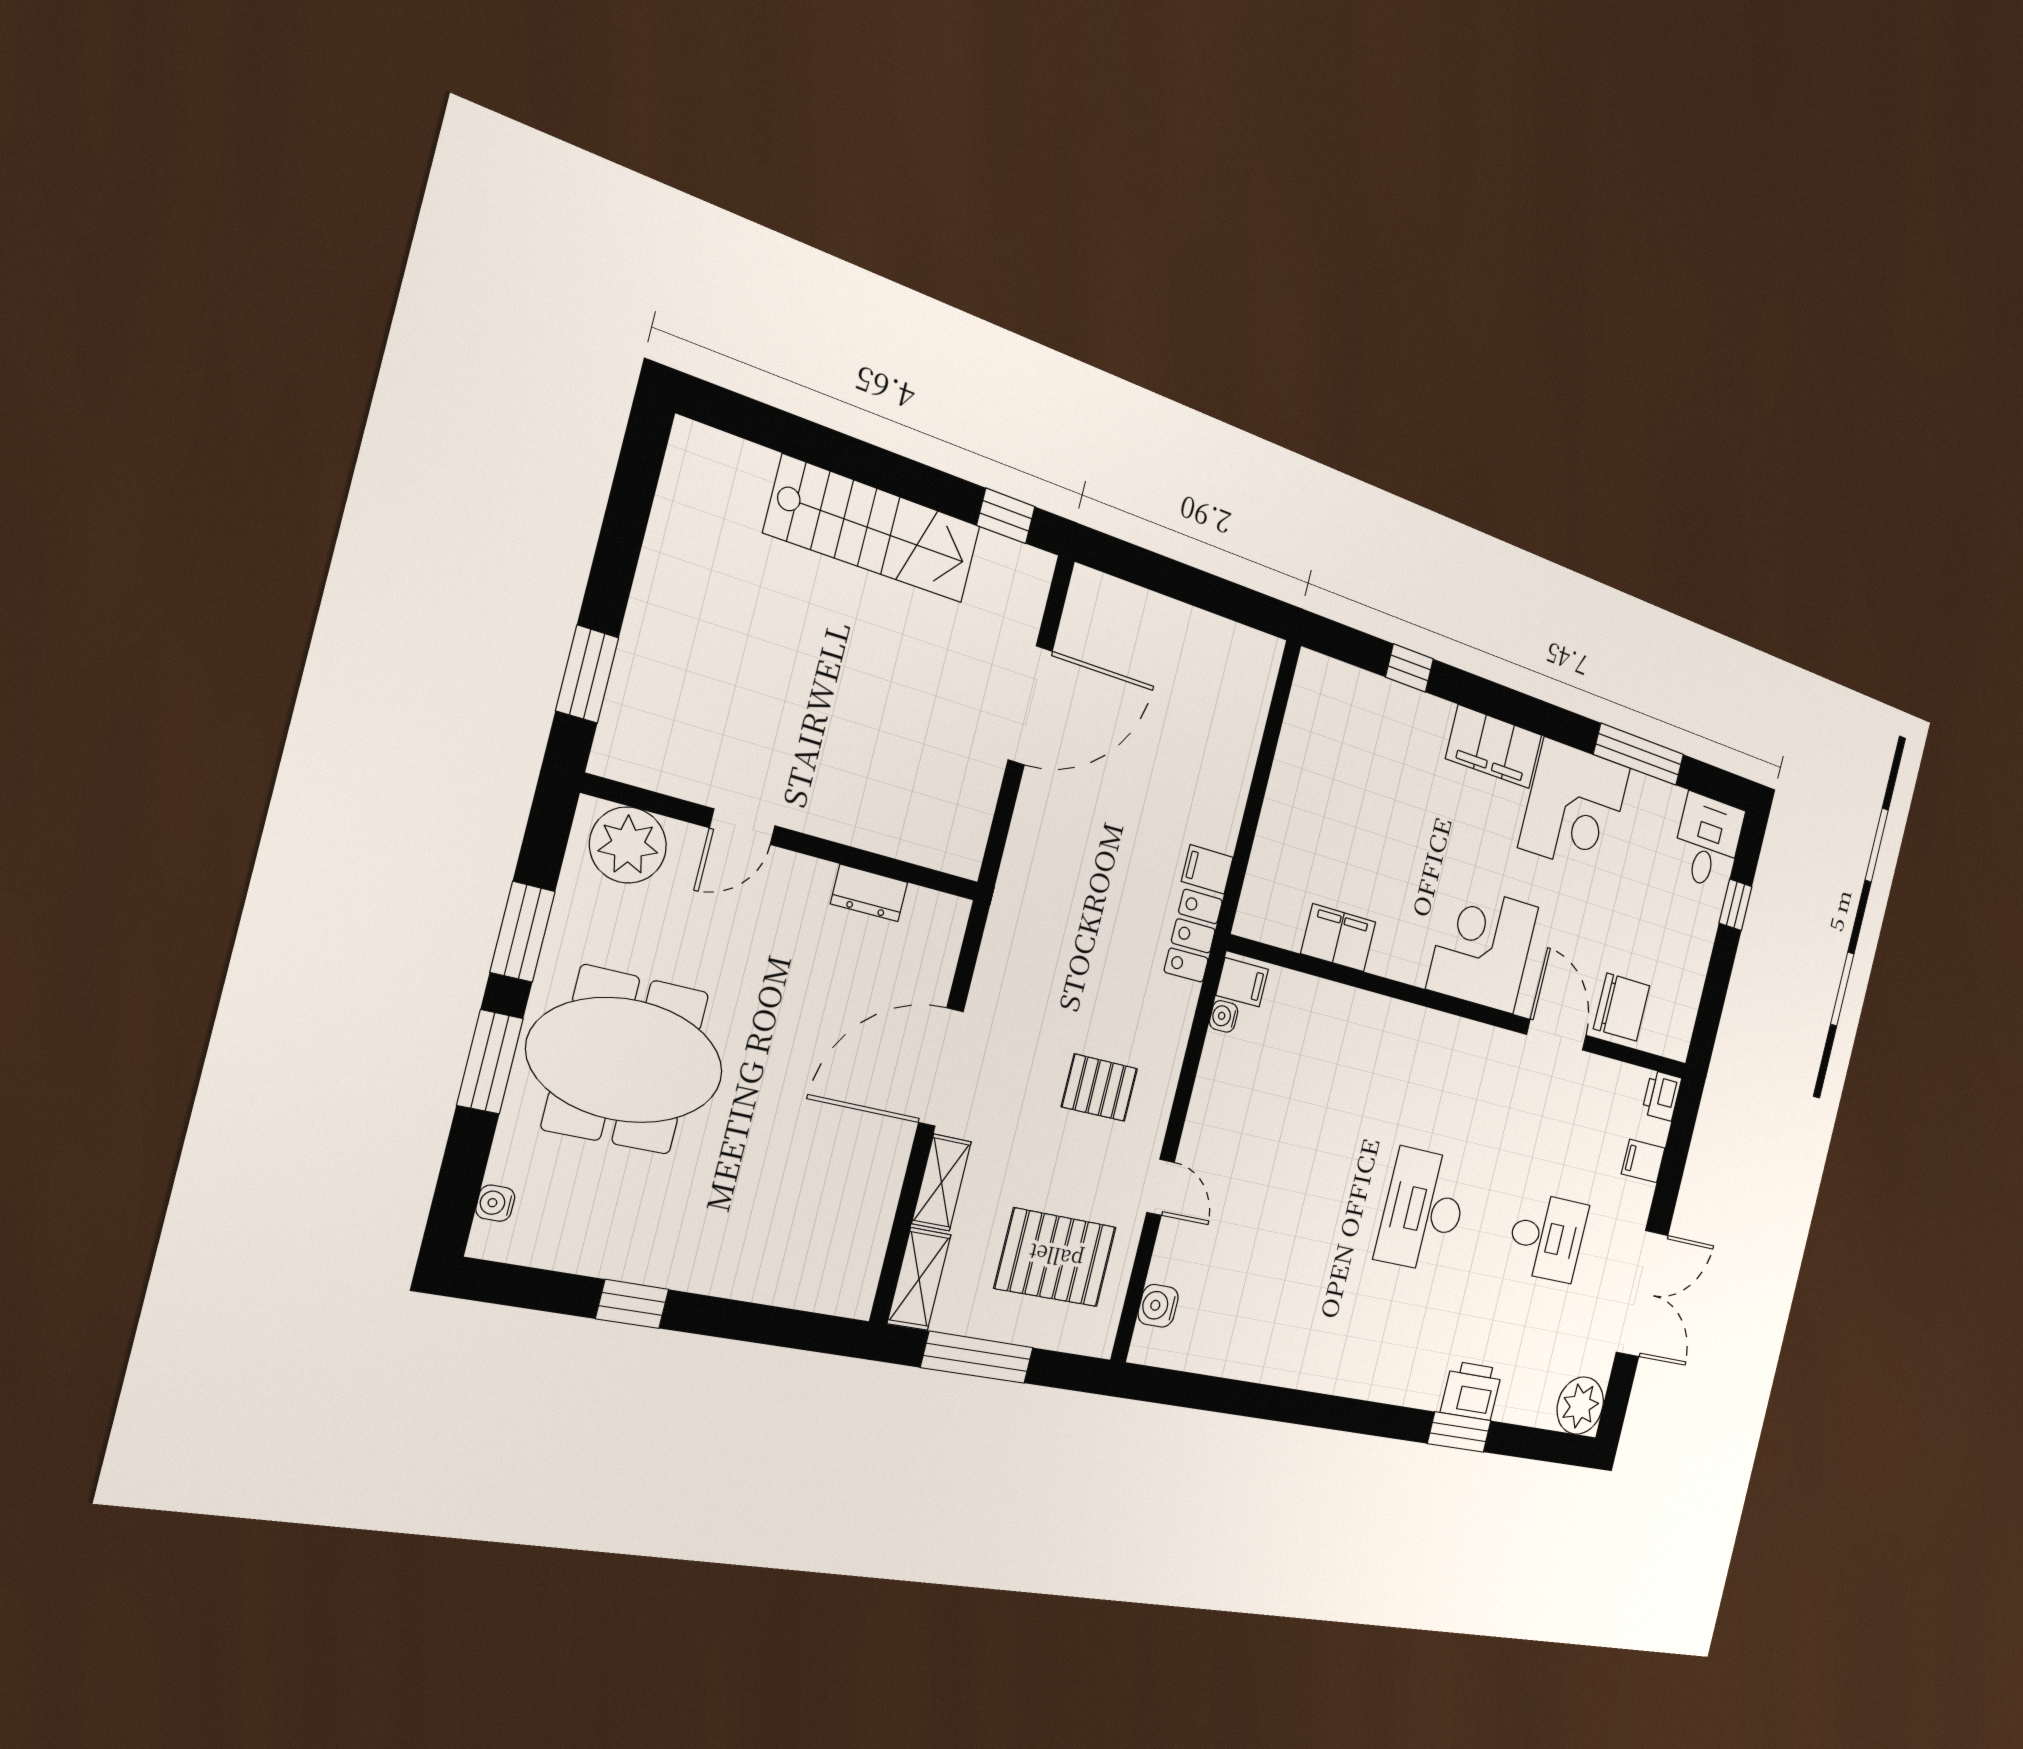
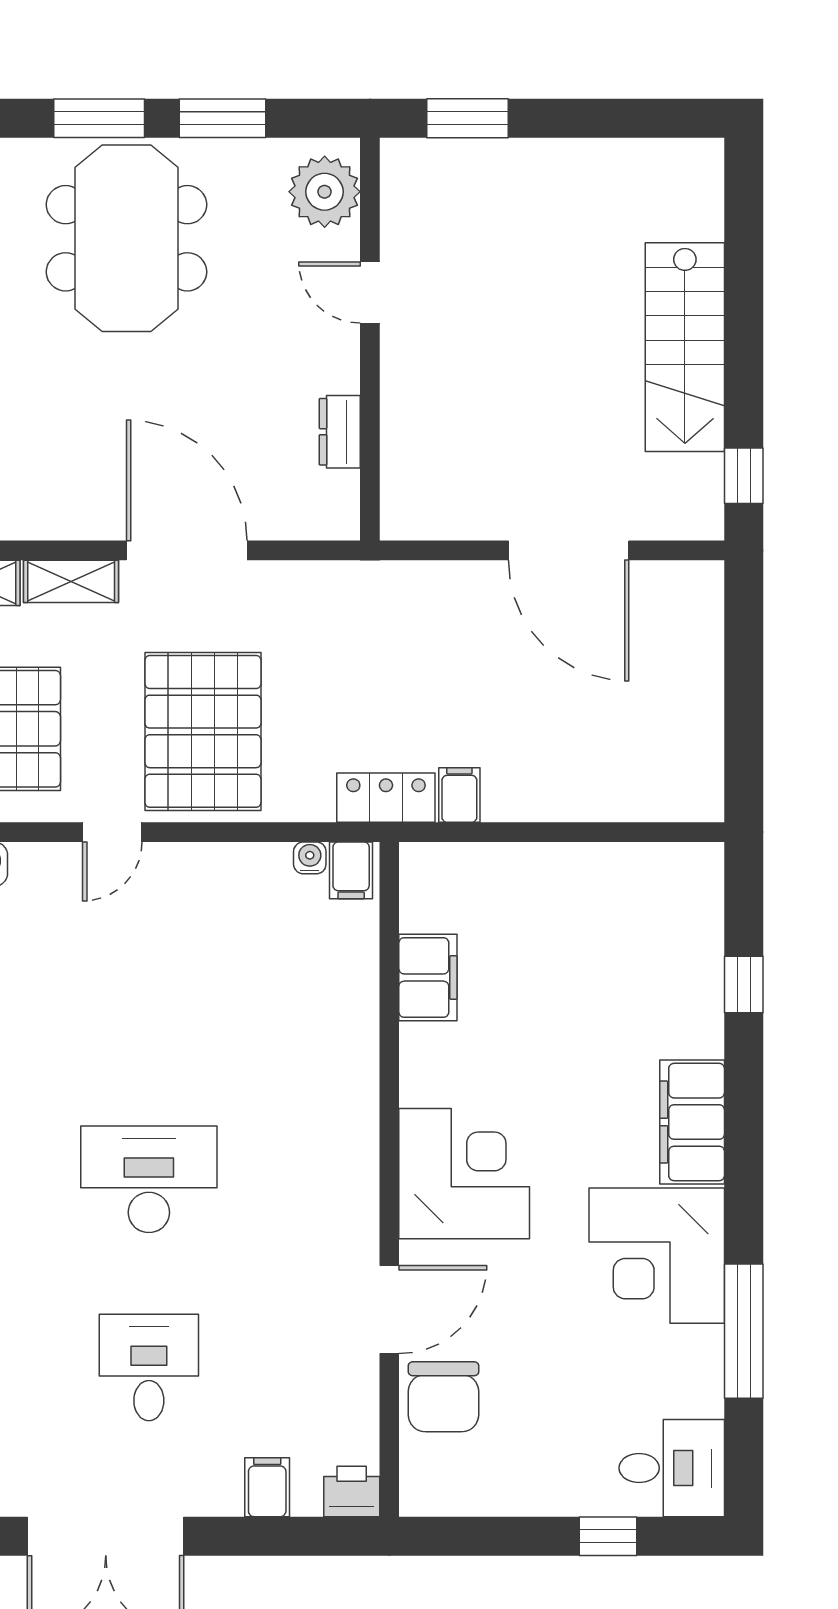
pallet: (1099, 1088) -> (203, 731), width x2.05, depth x2.00
desk: (1547, 1237) -> (149, 1368), turned 180

